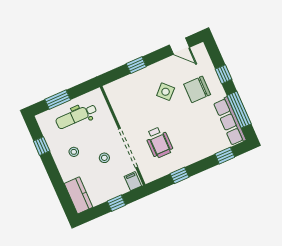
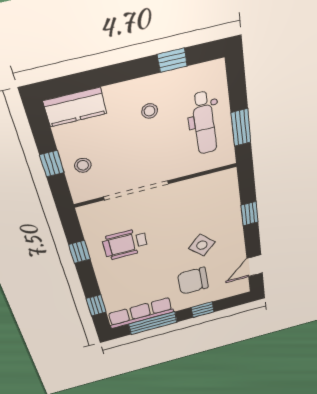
chair: (197, 89) -> (193, 281), turned -90
window: (58, 100) -> (241, 128), moved
dental chair: (76, 116) -> (204, 123), turned 180
wheelchair: (159, 142) -> (125, 244), moved
stool: (104, 158) -> (83, 165), moved
filing cabinet: (133, 181) -> (83, 191), removed

